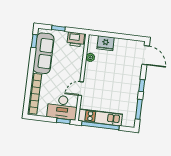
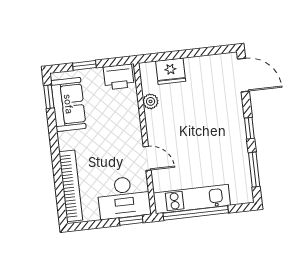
sofa: (43, 53) -> (68, 104), width x0.73
door: (81, 89) -> (147, 158), swing flipped

